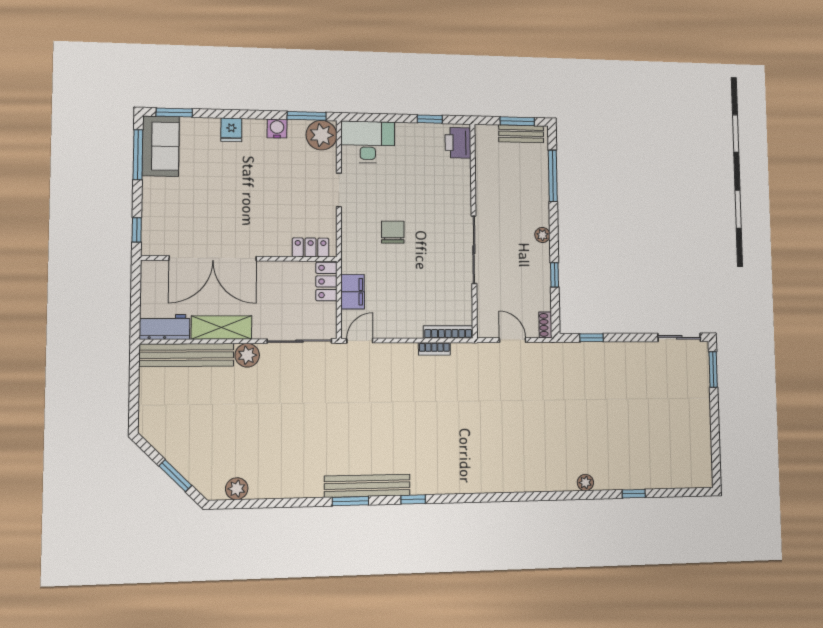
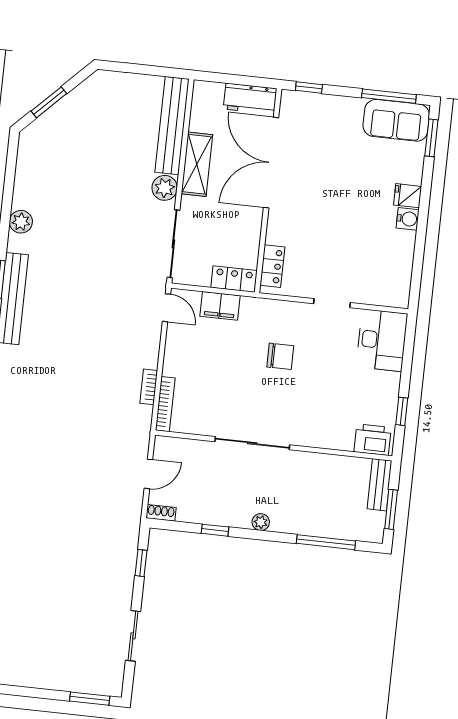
window: (307, 116) -> (416, 277), removed
water cooler: (277, 129) -> (408, 219), moved
bench: (521, 134) -> (379, 485), moved
plant: (322, 135) -> (394, 291), removed
workbench: (165, 327) -> (250, 99), moved, turned 90
sliding door: (679, 337) -> (133, 636), moved
plant: (237, 489) -> (21, 222), moved

